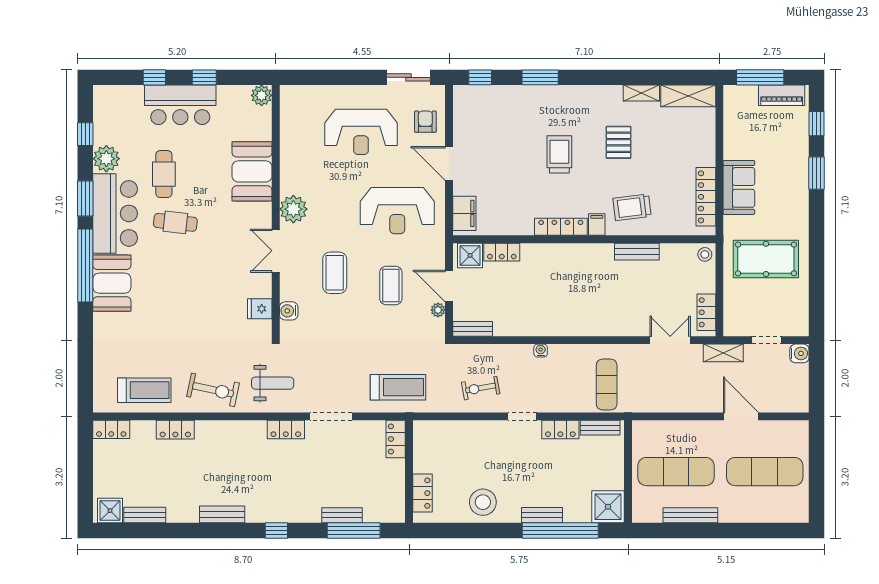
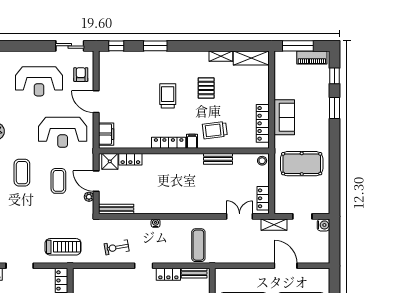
bench: (473, 329) -> (116, 209), width x1.36

